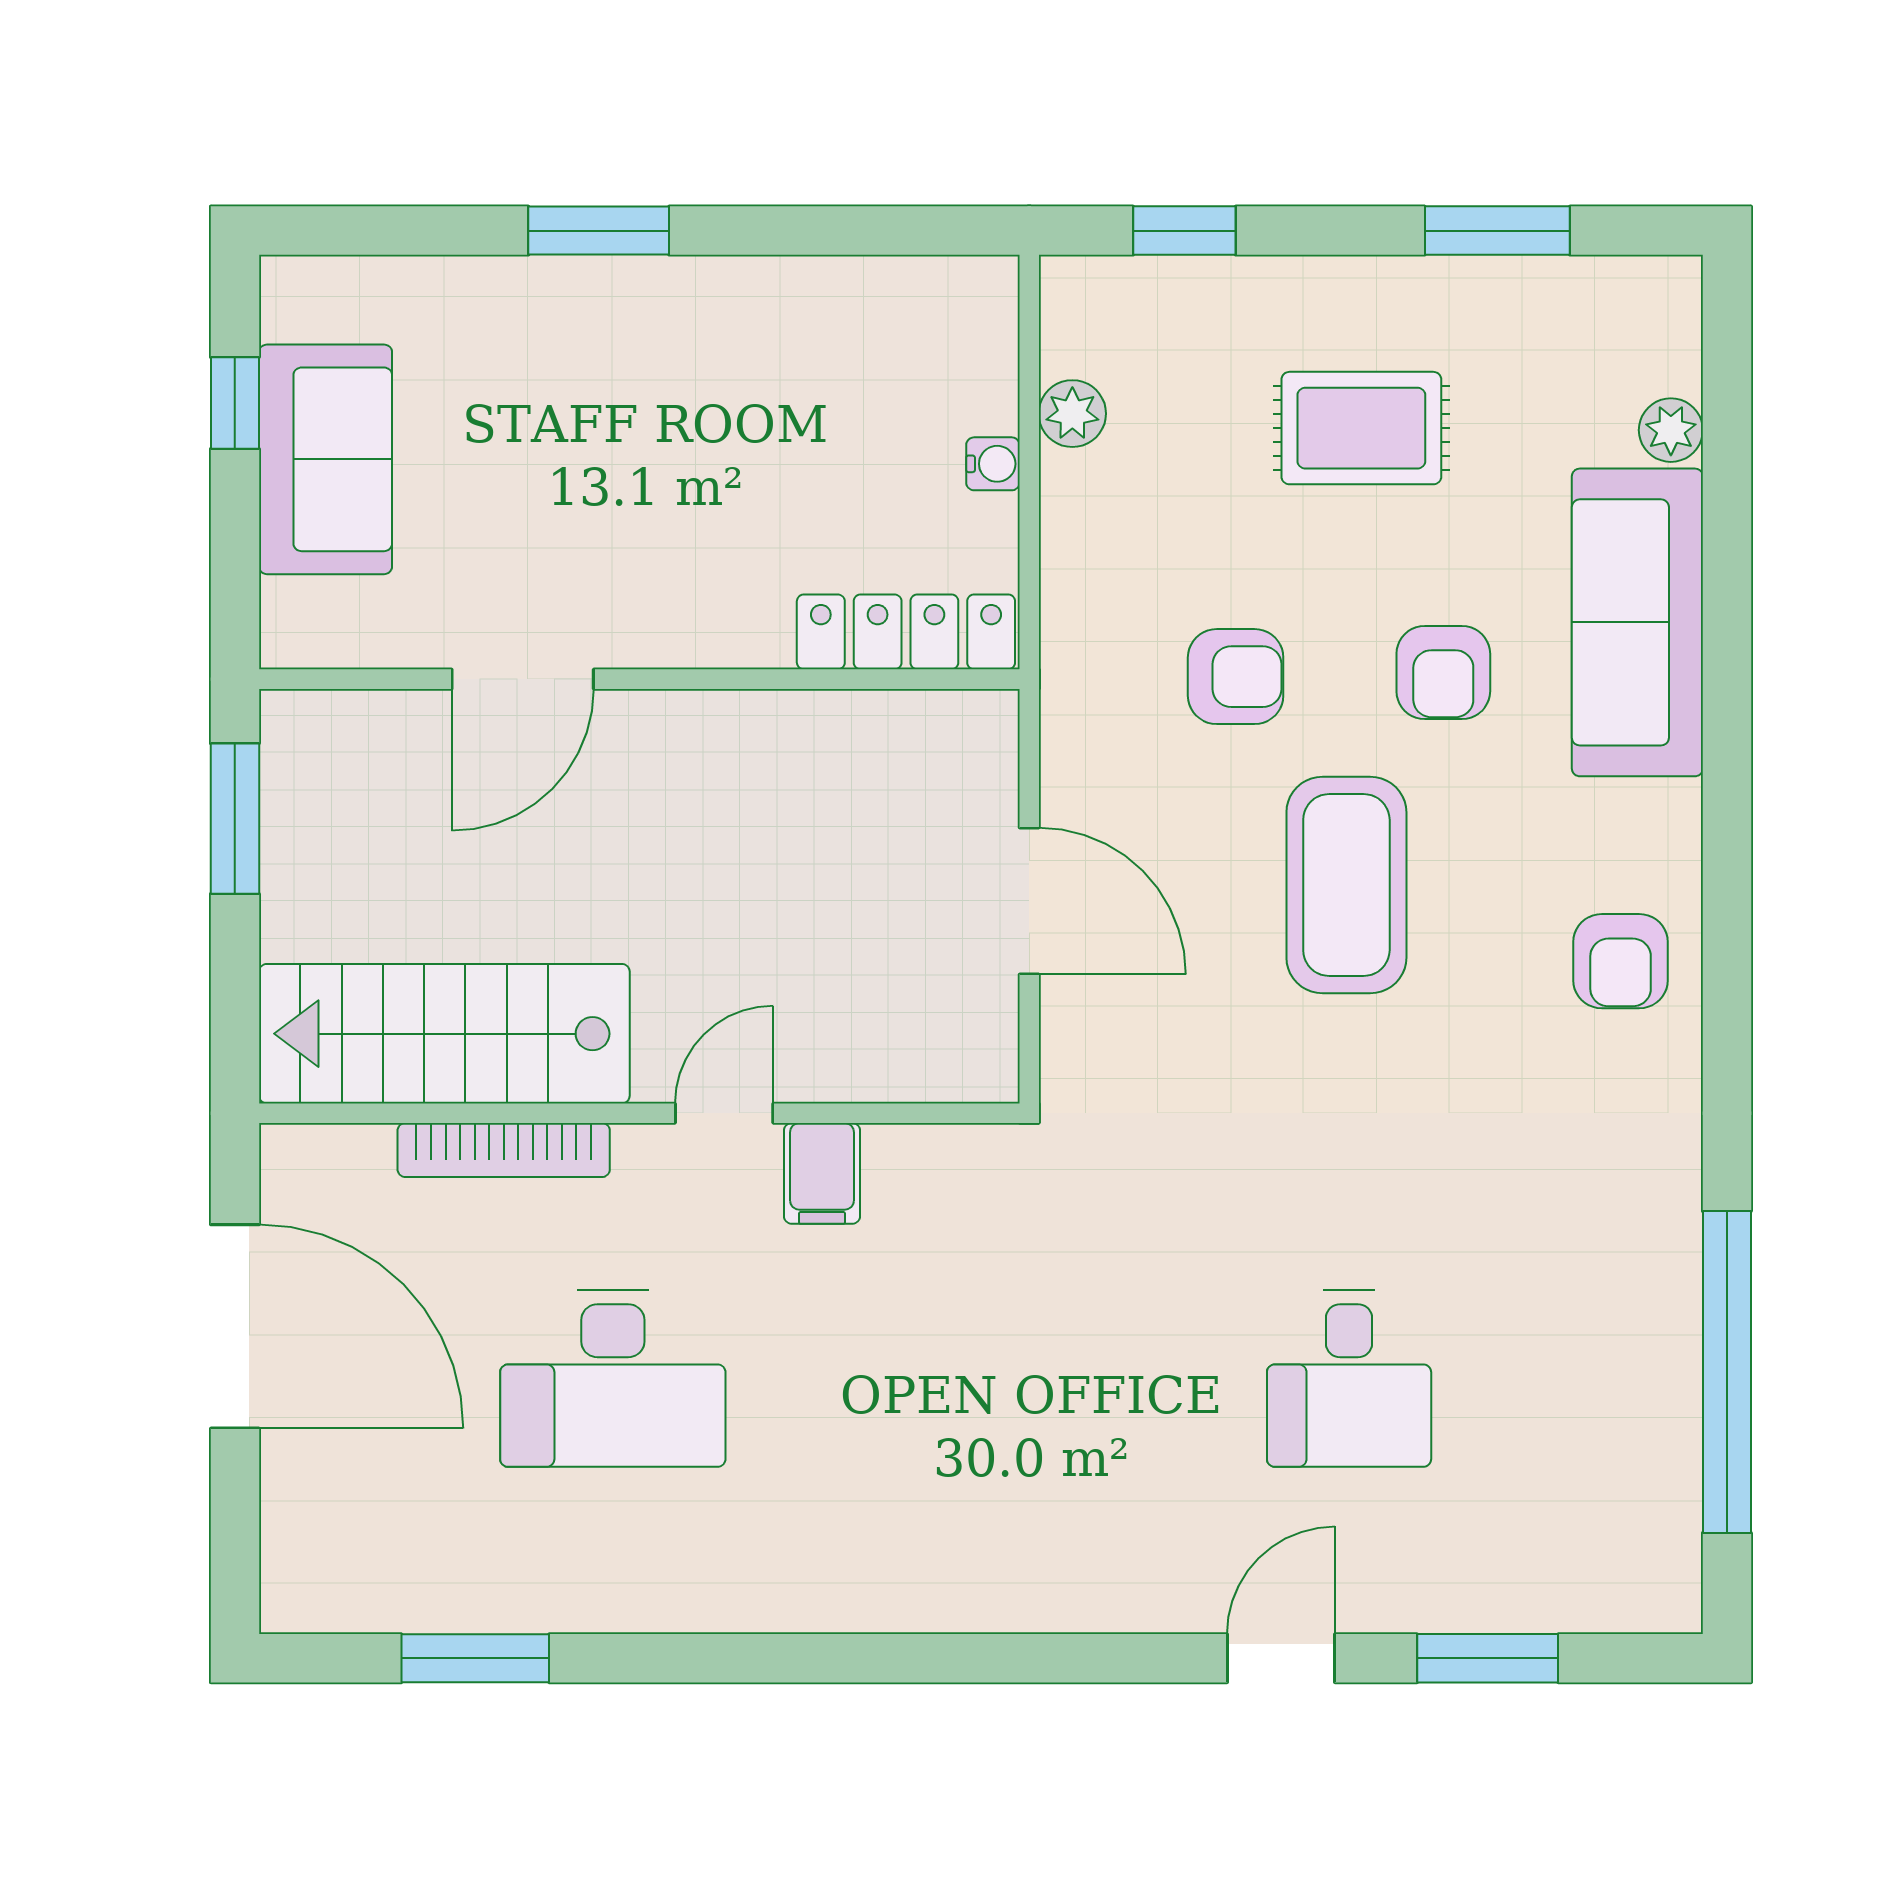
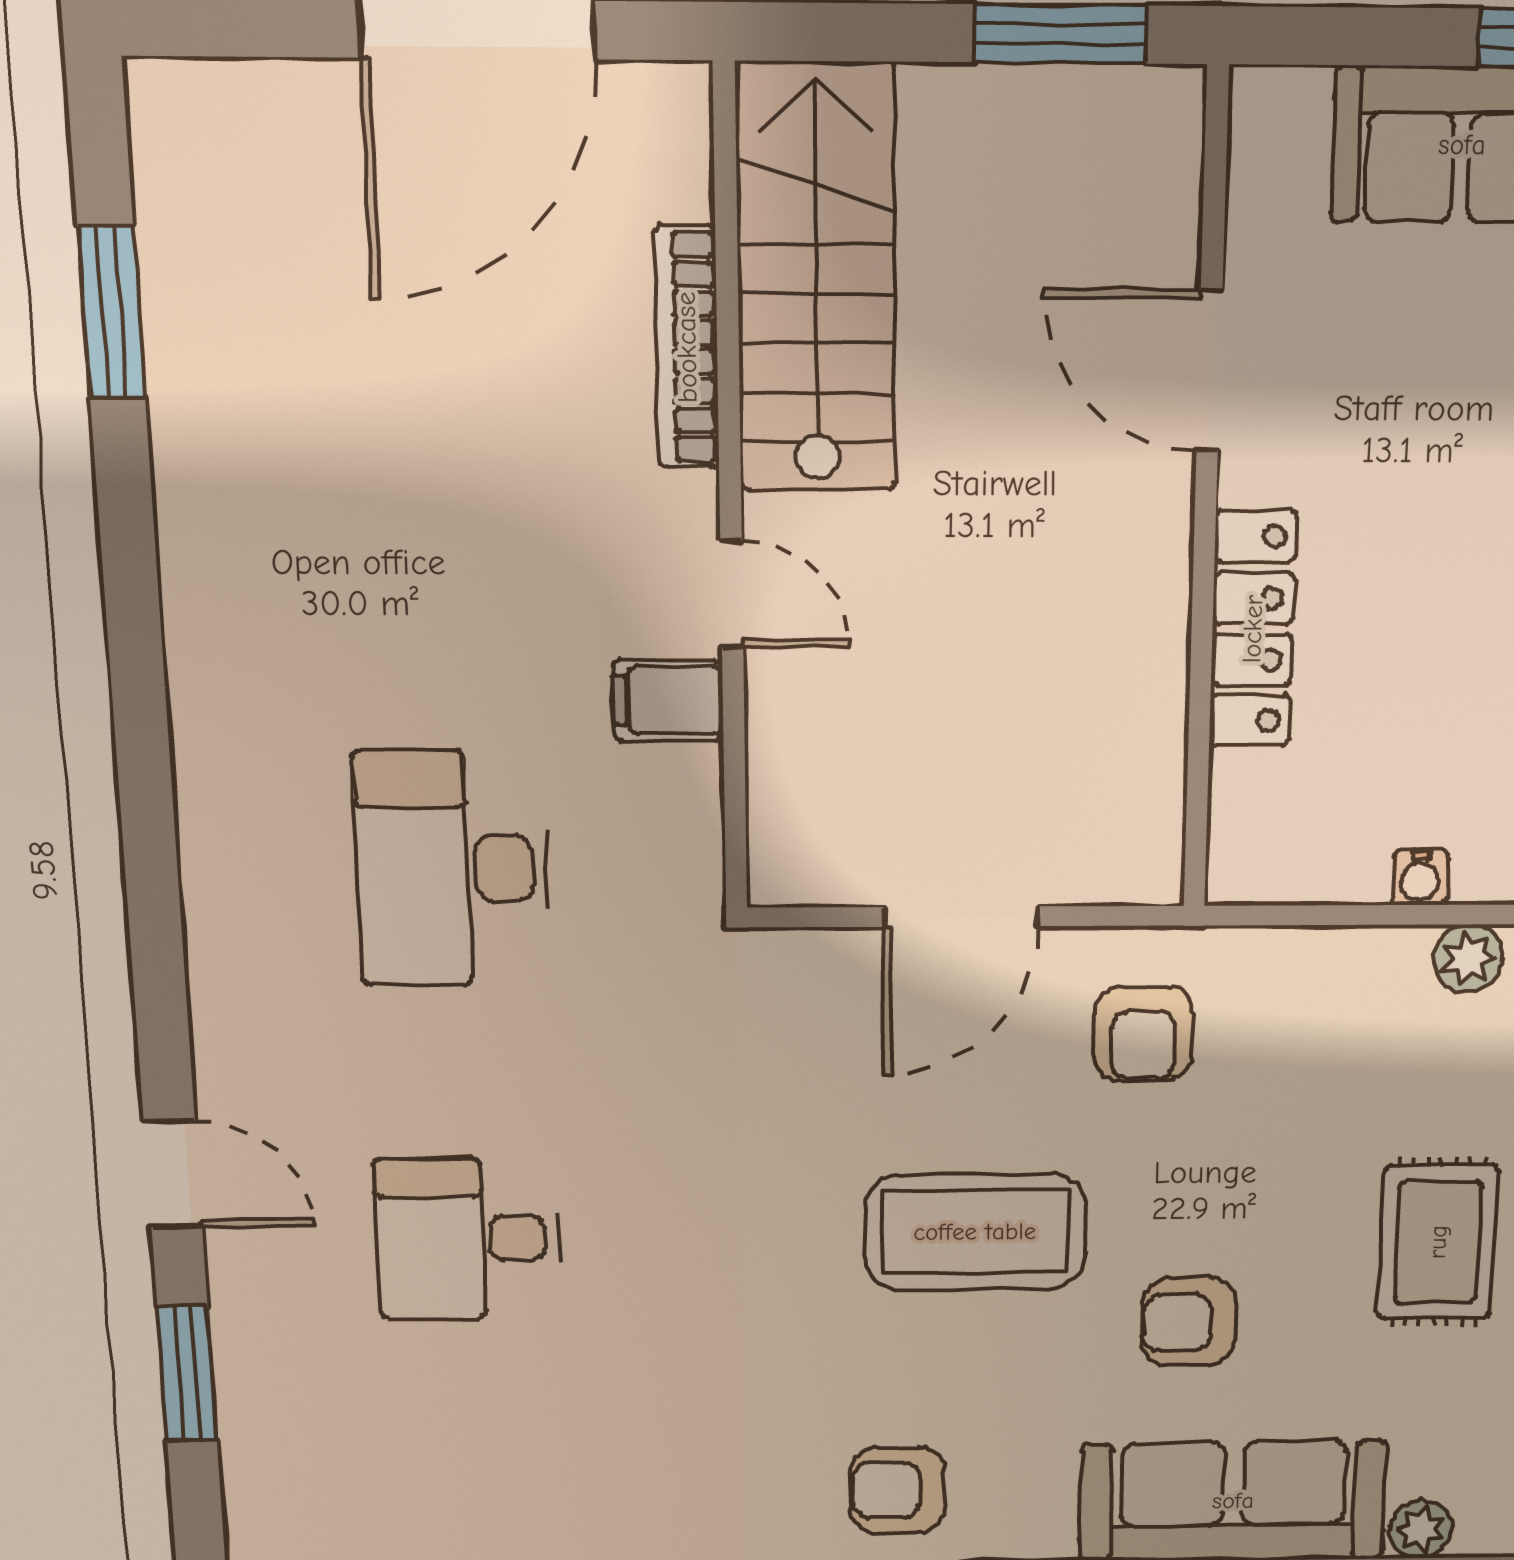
locker: (906, 632) -> (1253, 629), moved
armchair: (1236, 677) -> (1143, 1034), moved
desk: (613, 1378) -> (453, 869), moved

